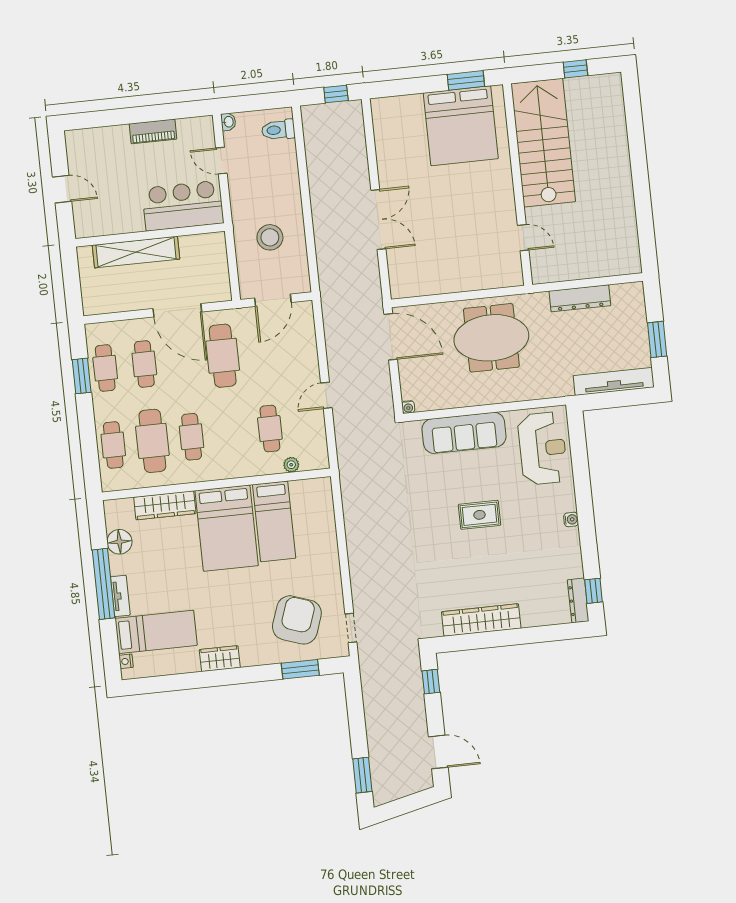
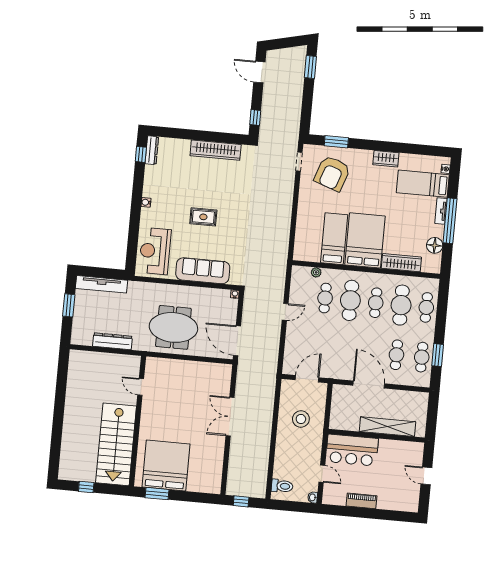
cafe table: (223, 356) -> (350, 300), moved

